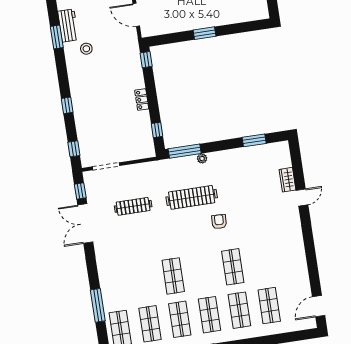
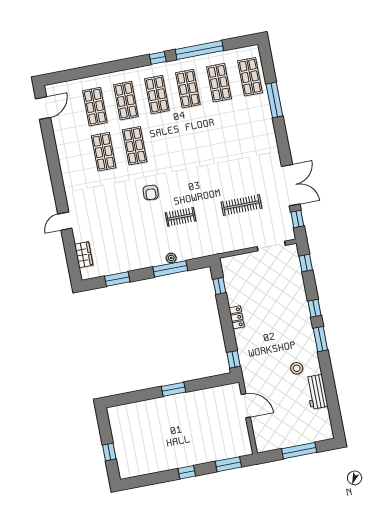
window: (57, 37) -> (320, 339), moved
window: (185, 151) -> (170, 269), moved
wardrobe: (288, 180) -> (84, 255), moved
clothes rail: (192, 197) -> (180, 217), width x0.54, depth x0.76
shop shelf: (173, 276) -> (104, 152), moved

